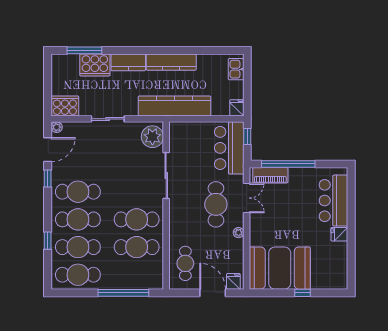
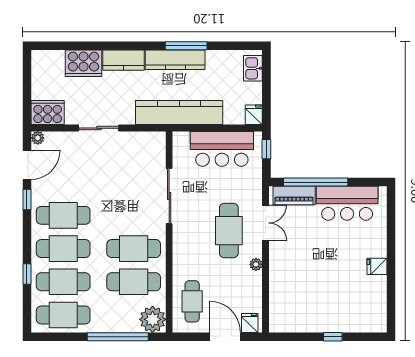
window: (84, 50) -> (186, 46), moved
plant: (152, 137) -> (153, 319), moved
bar counter: (229, 148) -> (222, 149), moved, turned -90
bar counter: (333, 201) -> (347, 203), moved, turned -90
booth: (280, 268) -> (305, 307), removed

